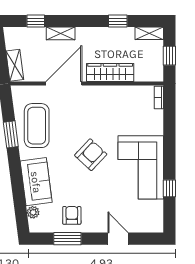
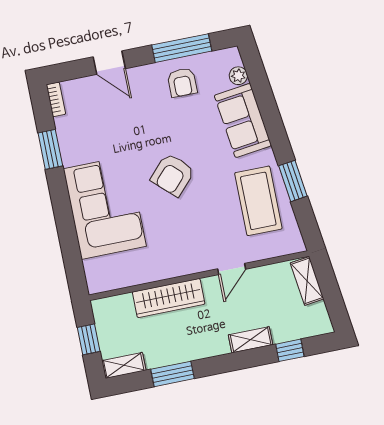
window: (118, 21) -> (172, 374), width x1.50
door: (64, 83) -> (232, 269), width x0.53
bookcase: (159, 98) -> (56, 99), moved
corner sofa: (141, 167) -> (105, 208), moved
window: (169, 188) -> (50, 149), width x1.50
window: (67, 239) -> (182, 48), width x1.44

